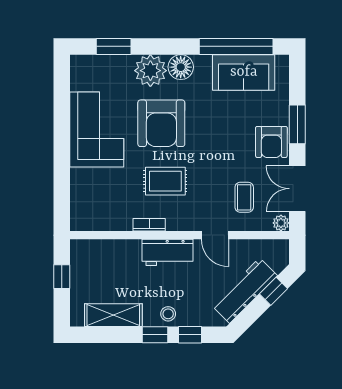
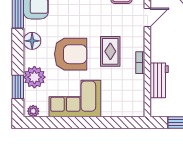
plant: (78, 69) -> (33, 111), added
plant: (150, 71) -> (34, 77), moved
workbench: (167, 252) -> (159, 80), moved

